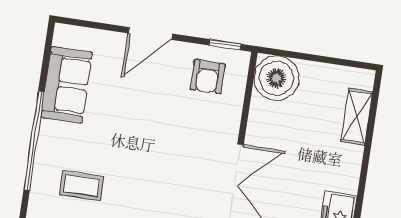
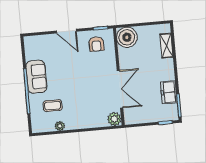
door: (150, 33) -> (66, 31), hinge flipped
sofa: (67, 85) -> (36, 77), moved

